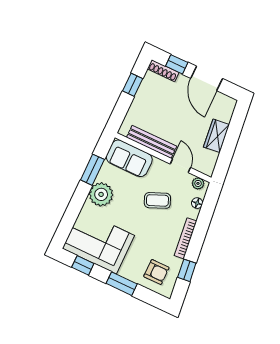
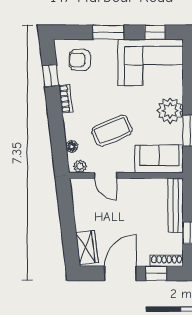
door: (207, 78) -> (120, 273), hinge flipped
wardrobe: (216, 136) -> (87, 247), moved
bench: (152, 142) -> (176, 206), moved, turned 90
coffee table: (157, 200) -> (112, 131), width x1.36, depth x1.30
bookcase: (185, 238) -> (66, 99), width x0.64

